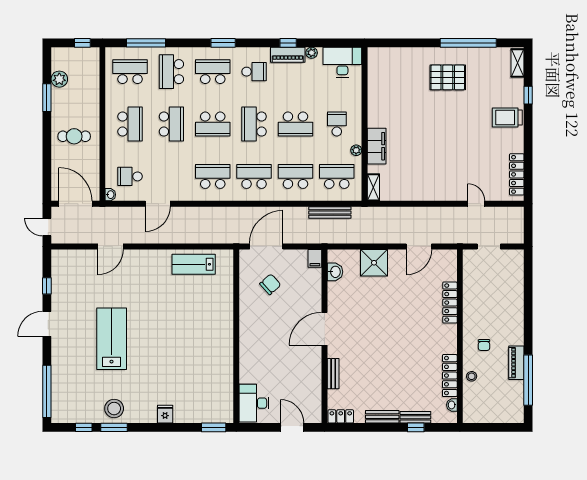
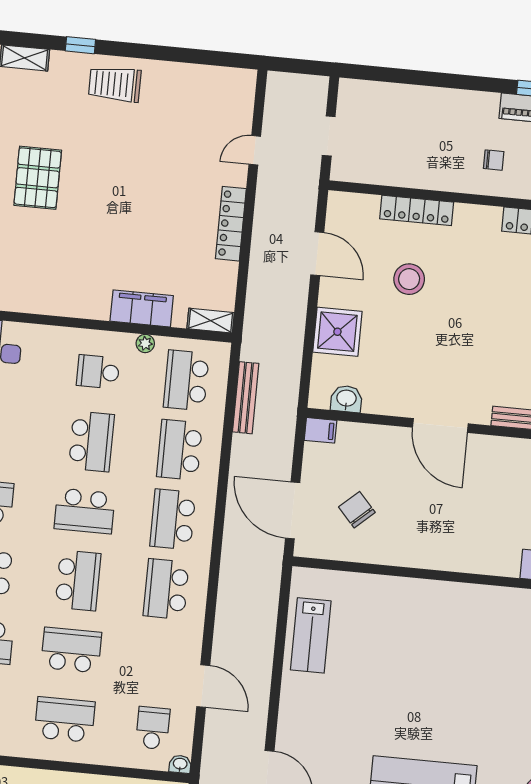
trolley: (507, 118) -> (115, 84), turned 90
locker: (517, 174) -> (231, 224), moved, turned 90
school desk: (130, 176) -> (153, 728), turned 180
stool: (409, 302) -> (409, 279), added

